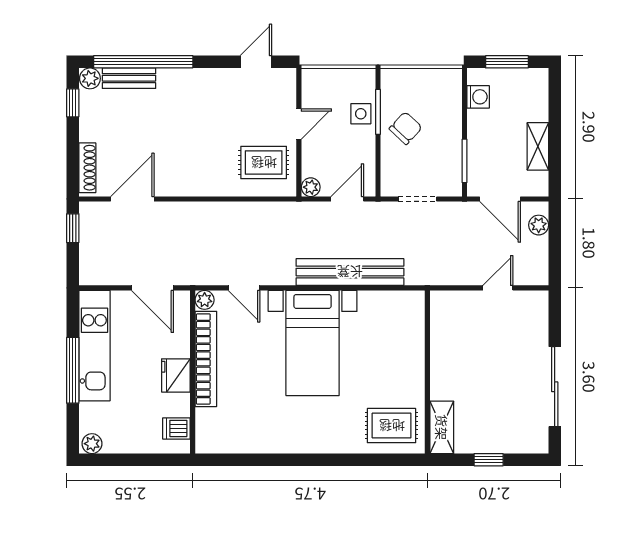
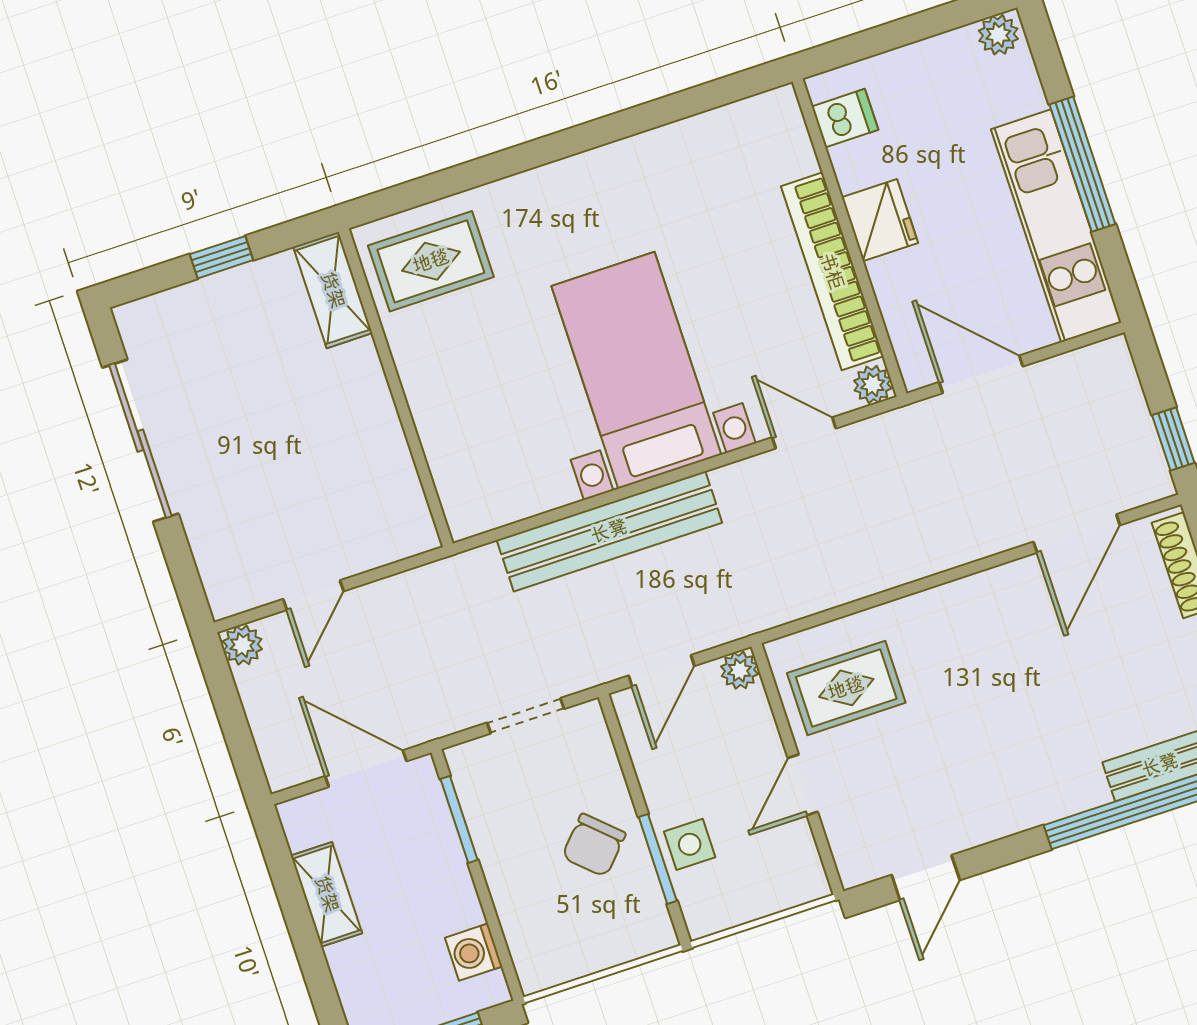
plant: (539, 225) -> (242, 645), moved

